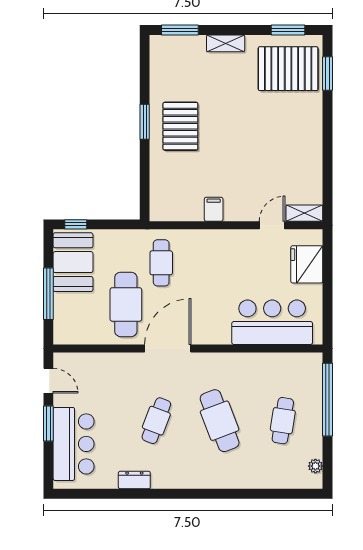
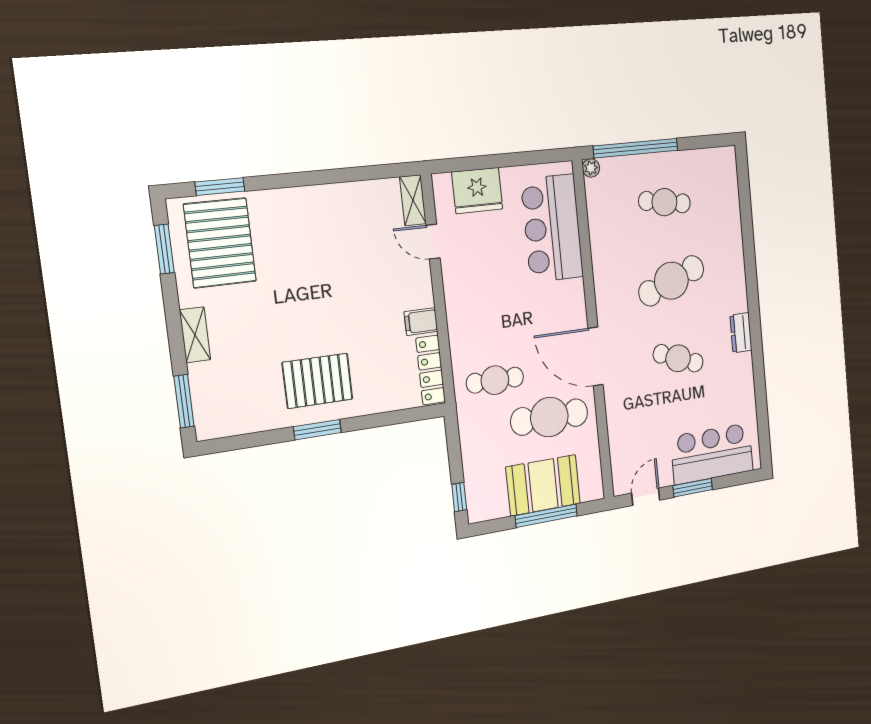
locker: (176, 213) -> (431, 370), added
booth: (73, 262) -> (543, 485), moved
plant: (315, 466) -> (591, 168), moved
dresser: (134, 480) -> (741, 333), moved

